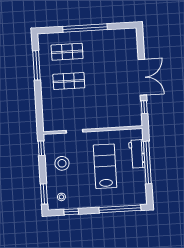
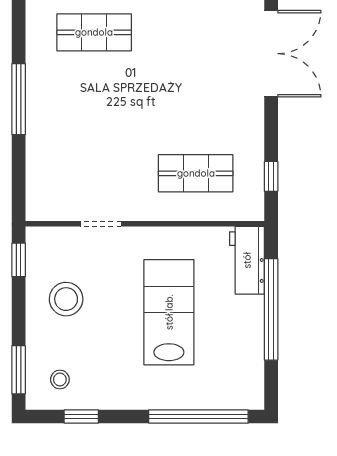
window: (36, 65) -> (19, 99), moved
double door: (142, 77) -> (271, 54), moved
shop shelf: (69, 81) -> (196, 173), moved
workbench: (137, 154) -> (247, 260), moved

